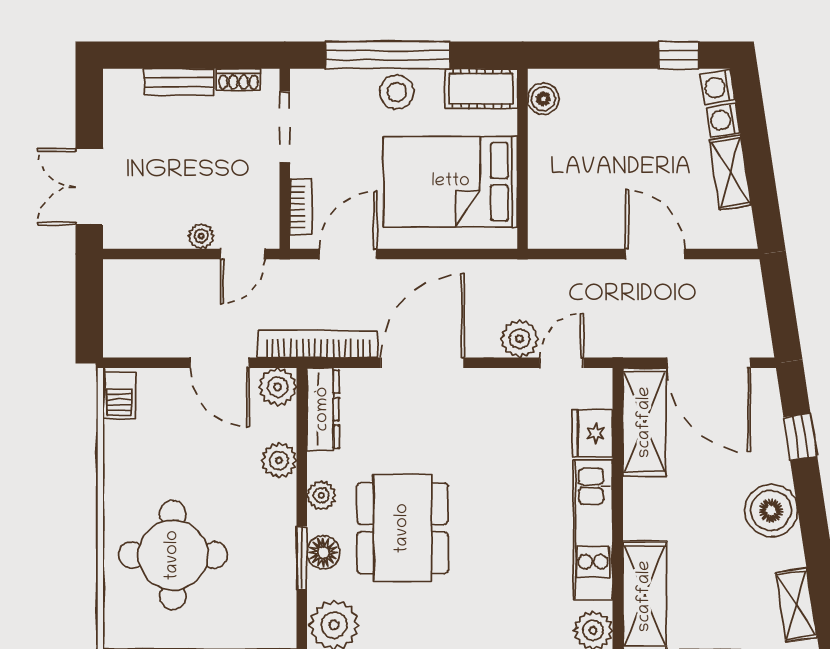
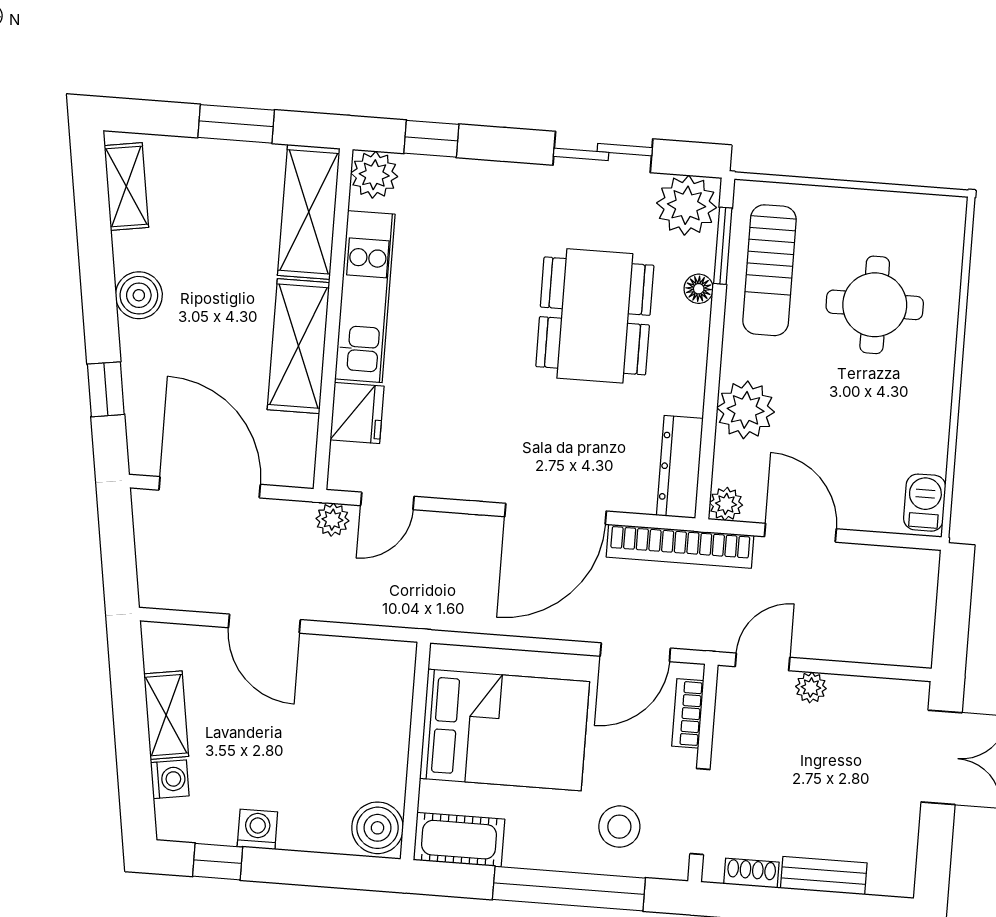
washing machine: (717, 87) -> (257, 829), moved, turned -81
stool: (397, 92) -> (619, 827), moved
boiler: (543, 99) -> (378, 828), width x1.36, depth x1.36
plant: (519, 339) -> (332, 520), moved, width x0.73, depth x0.73
plant: (278, 387) -> (726, 504), width x0.73, depth x0.73
shelving: (645, 422) -> (298, 346), moved
plant: (279, 460) -> (746, 410), width x1.36, depth x1.36
plant: (321, 495) -> (690, 363), removed
boiler: (771, 510) -> (139, 295), width x0.73, depth x0.73
floor lamp: (323, 553) -> (699, 289), width x0.73, depth x0.73
round table: (173, 555) -> (875, 305), width x0.73, depth x0.73
window: (302, 558) -> (723, 246), moved
sun lounger: (262, 577) -> (770, 270), added

